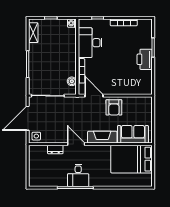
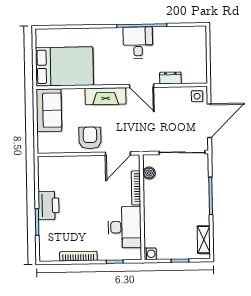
door: (94, 96) -> (118, 154), hinge flipped
sofa: (133, 134) -> (49, 110), moved, turned -90

